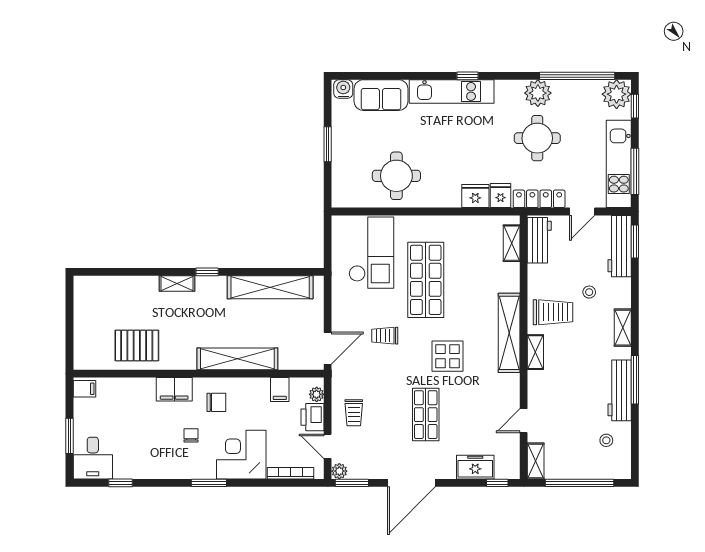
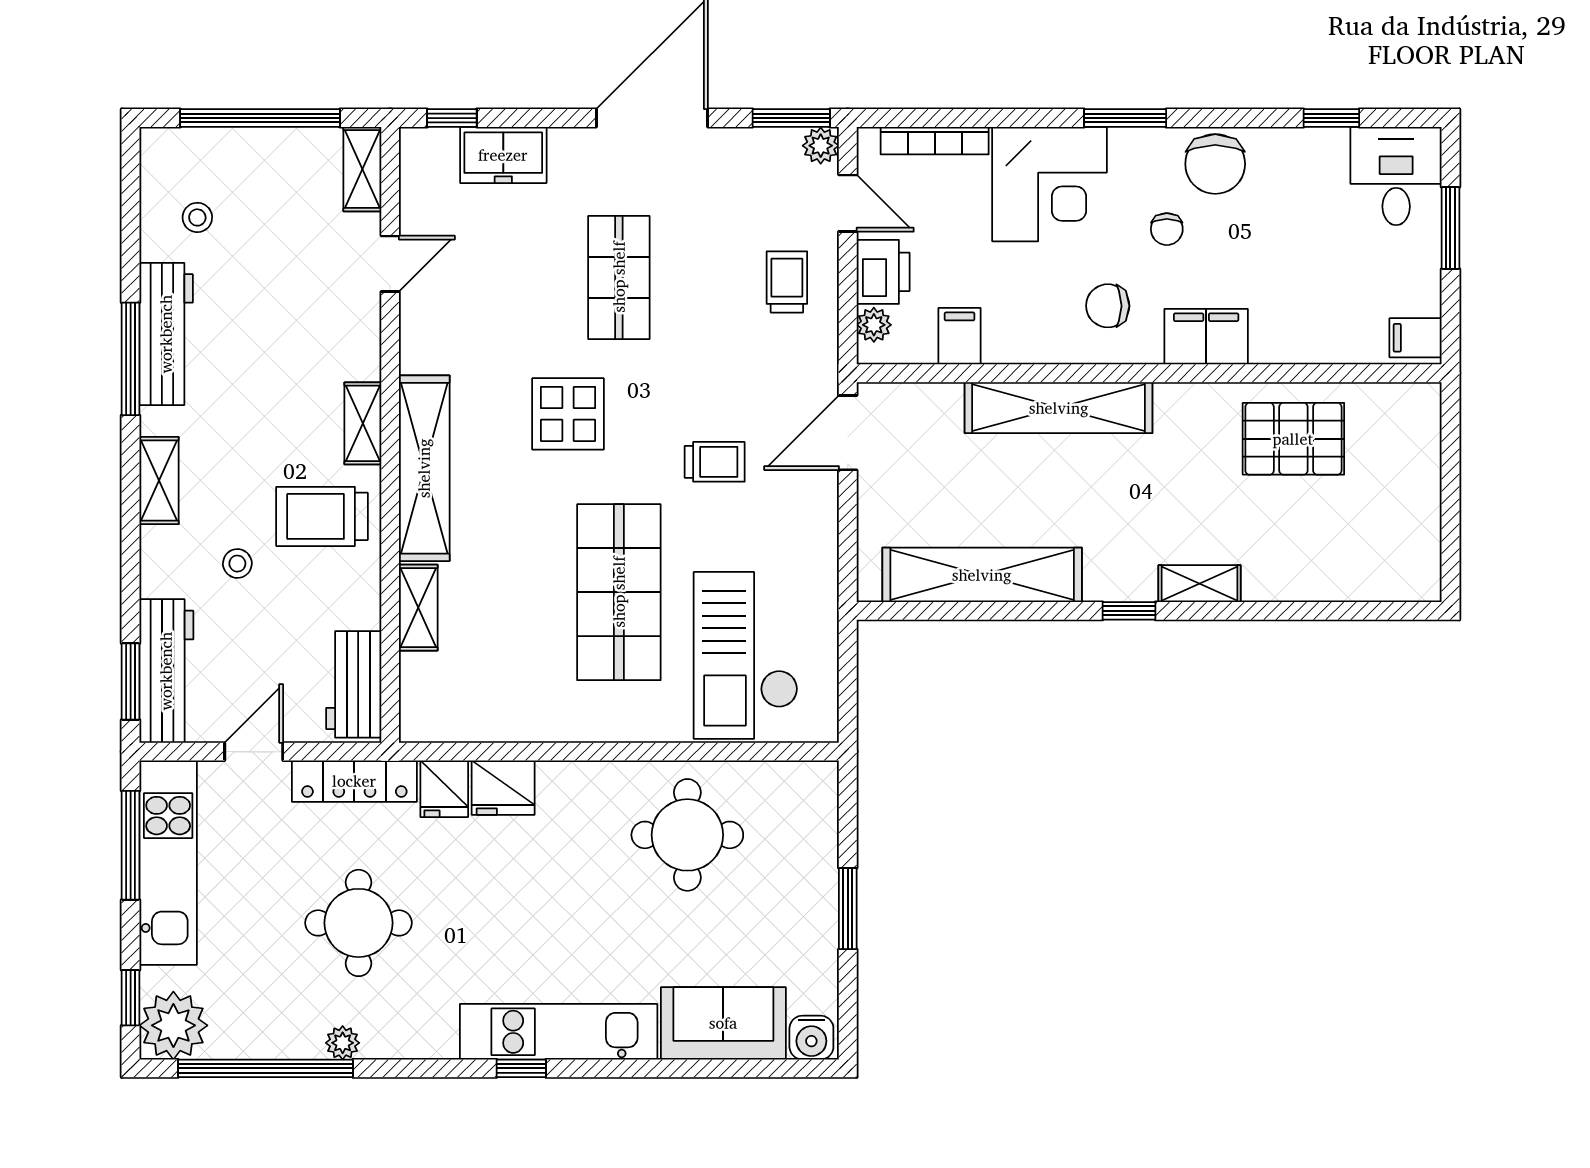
plant: (538, 93) -> (343, 1043), width x0.53, depth x0.53
shelving: (512, 243) -> (418, 608), moved
chair: (170, 463) -> (1215, 164), added

